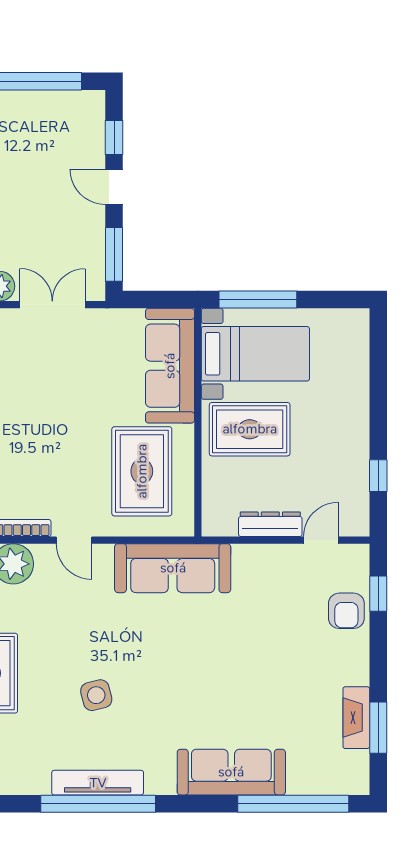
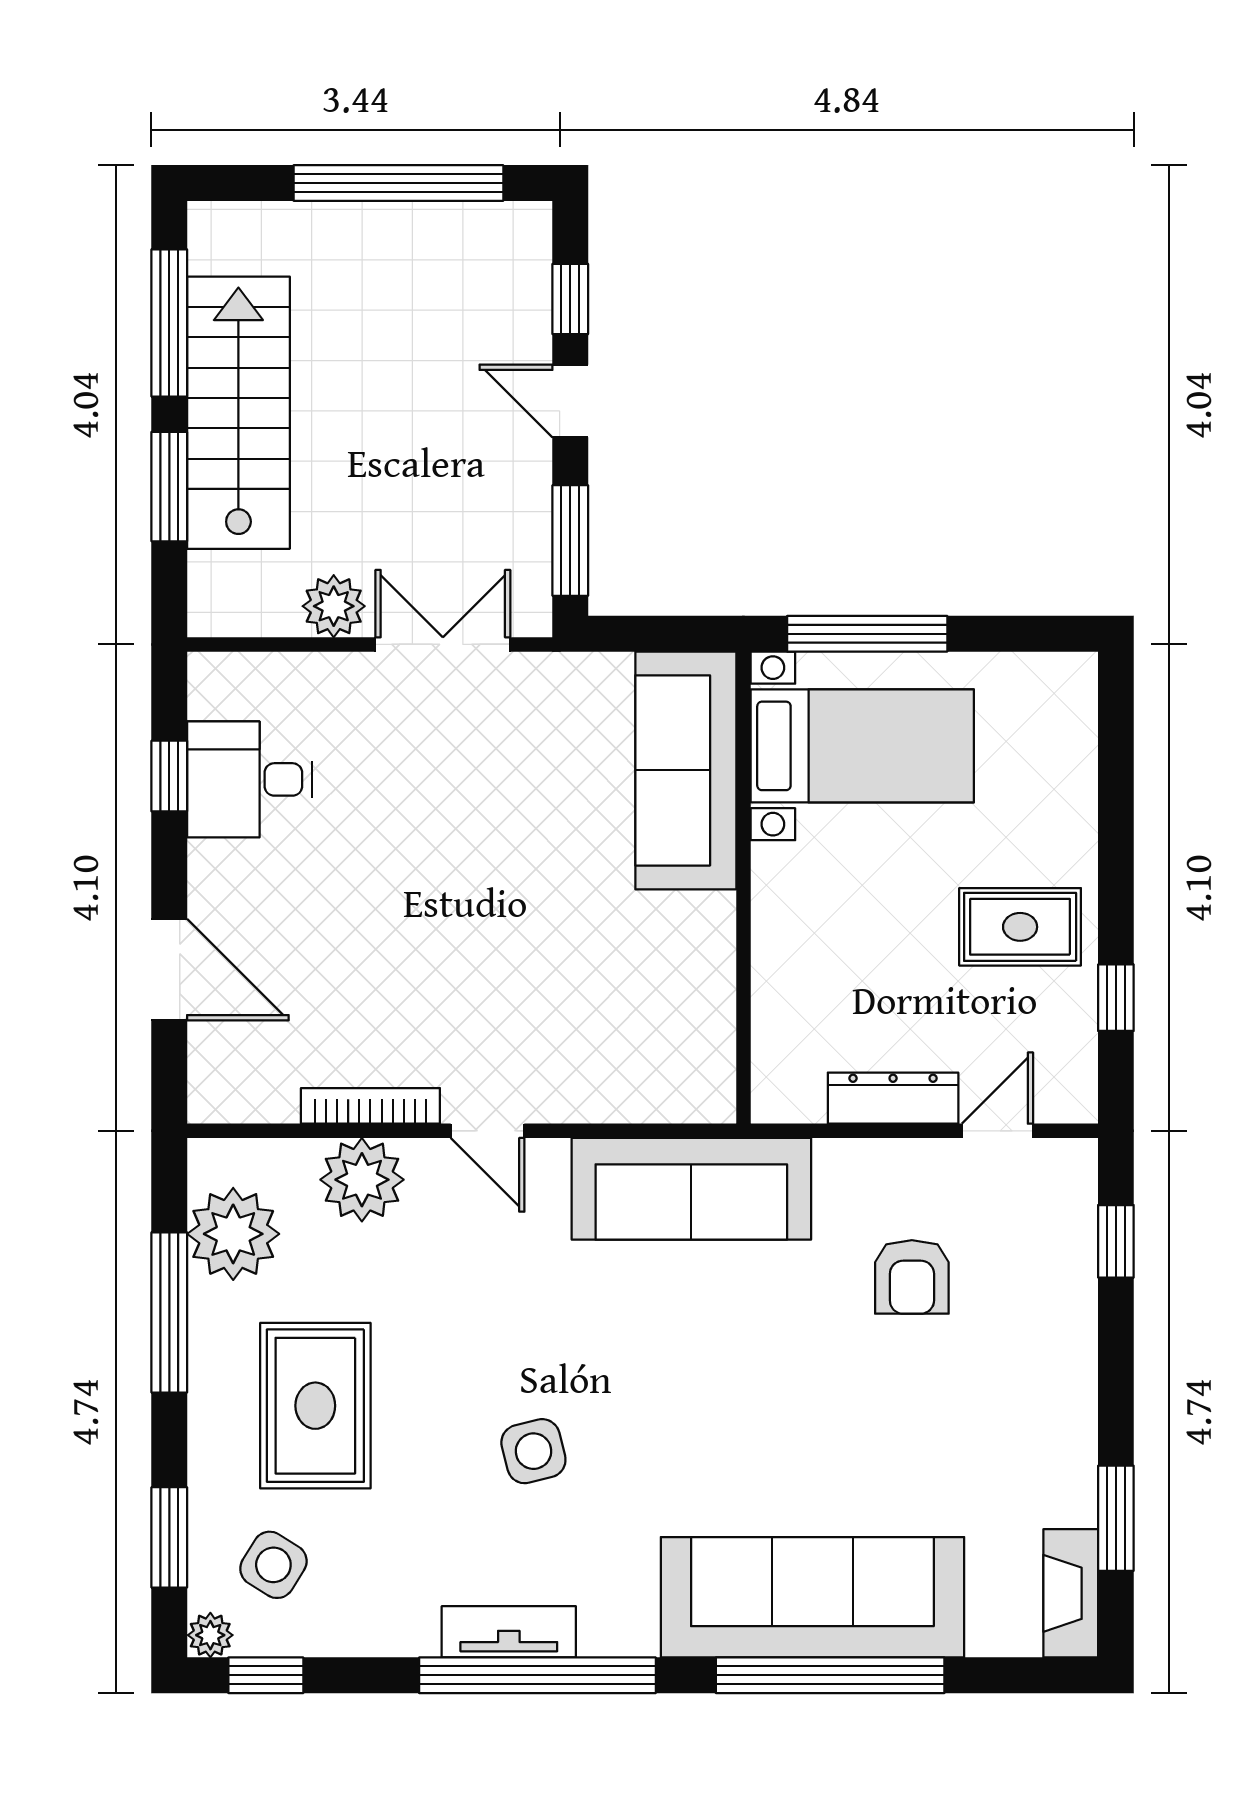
rug: (250, 429) -> (1020, 927), moved, width x0.73, depth x0.70
rug: (142, 471) -> (628, 989), removed
armchair: (346, 611) -> (912, 1277), moved
fireplace: (356, 718) -> (1071, 1593), moved
sofa: (231, 772) -> (812, 1597), width x1.36, depth x1.27
tv unit: (98, 783) -> (509, 1632), width x0.71
window: (293, 804) -> (830, 1675), moved

